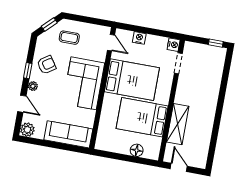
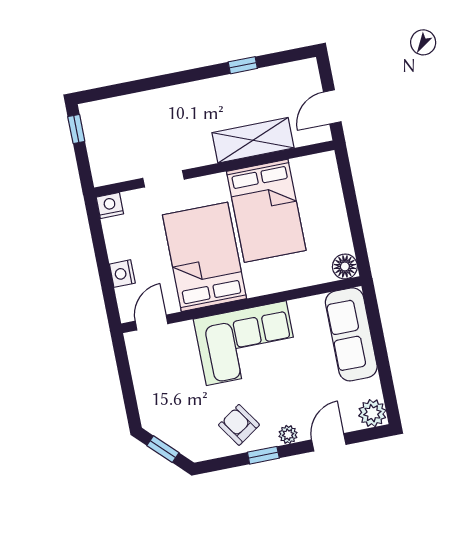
coffee table: (69, 38) -> (172, 403), removed
doorway: (178, 63) -> (164, 179), moved
window: (215, 133) -> (243, 65), added
floor lamp: (137, 150) -> (345, 266), moved

